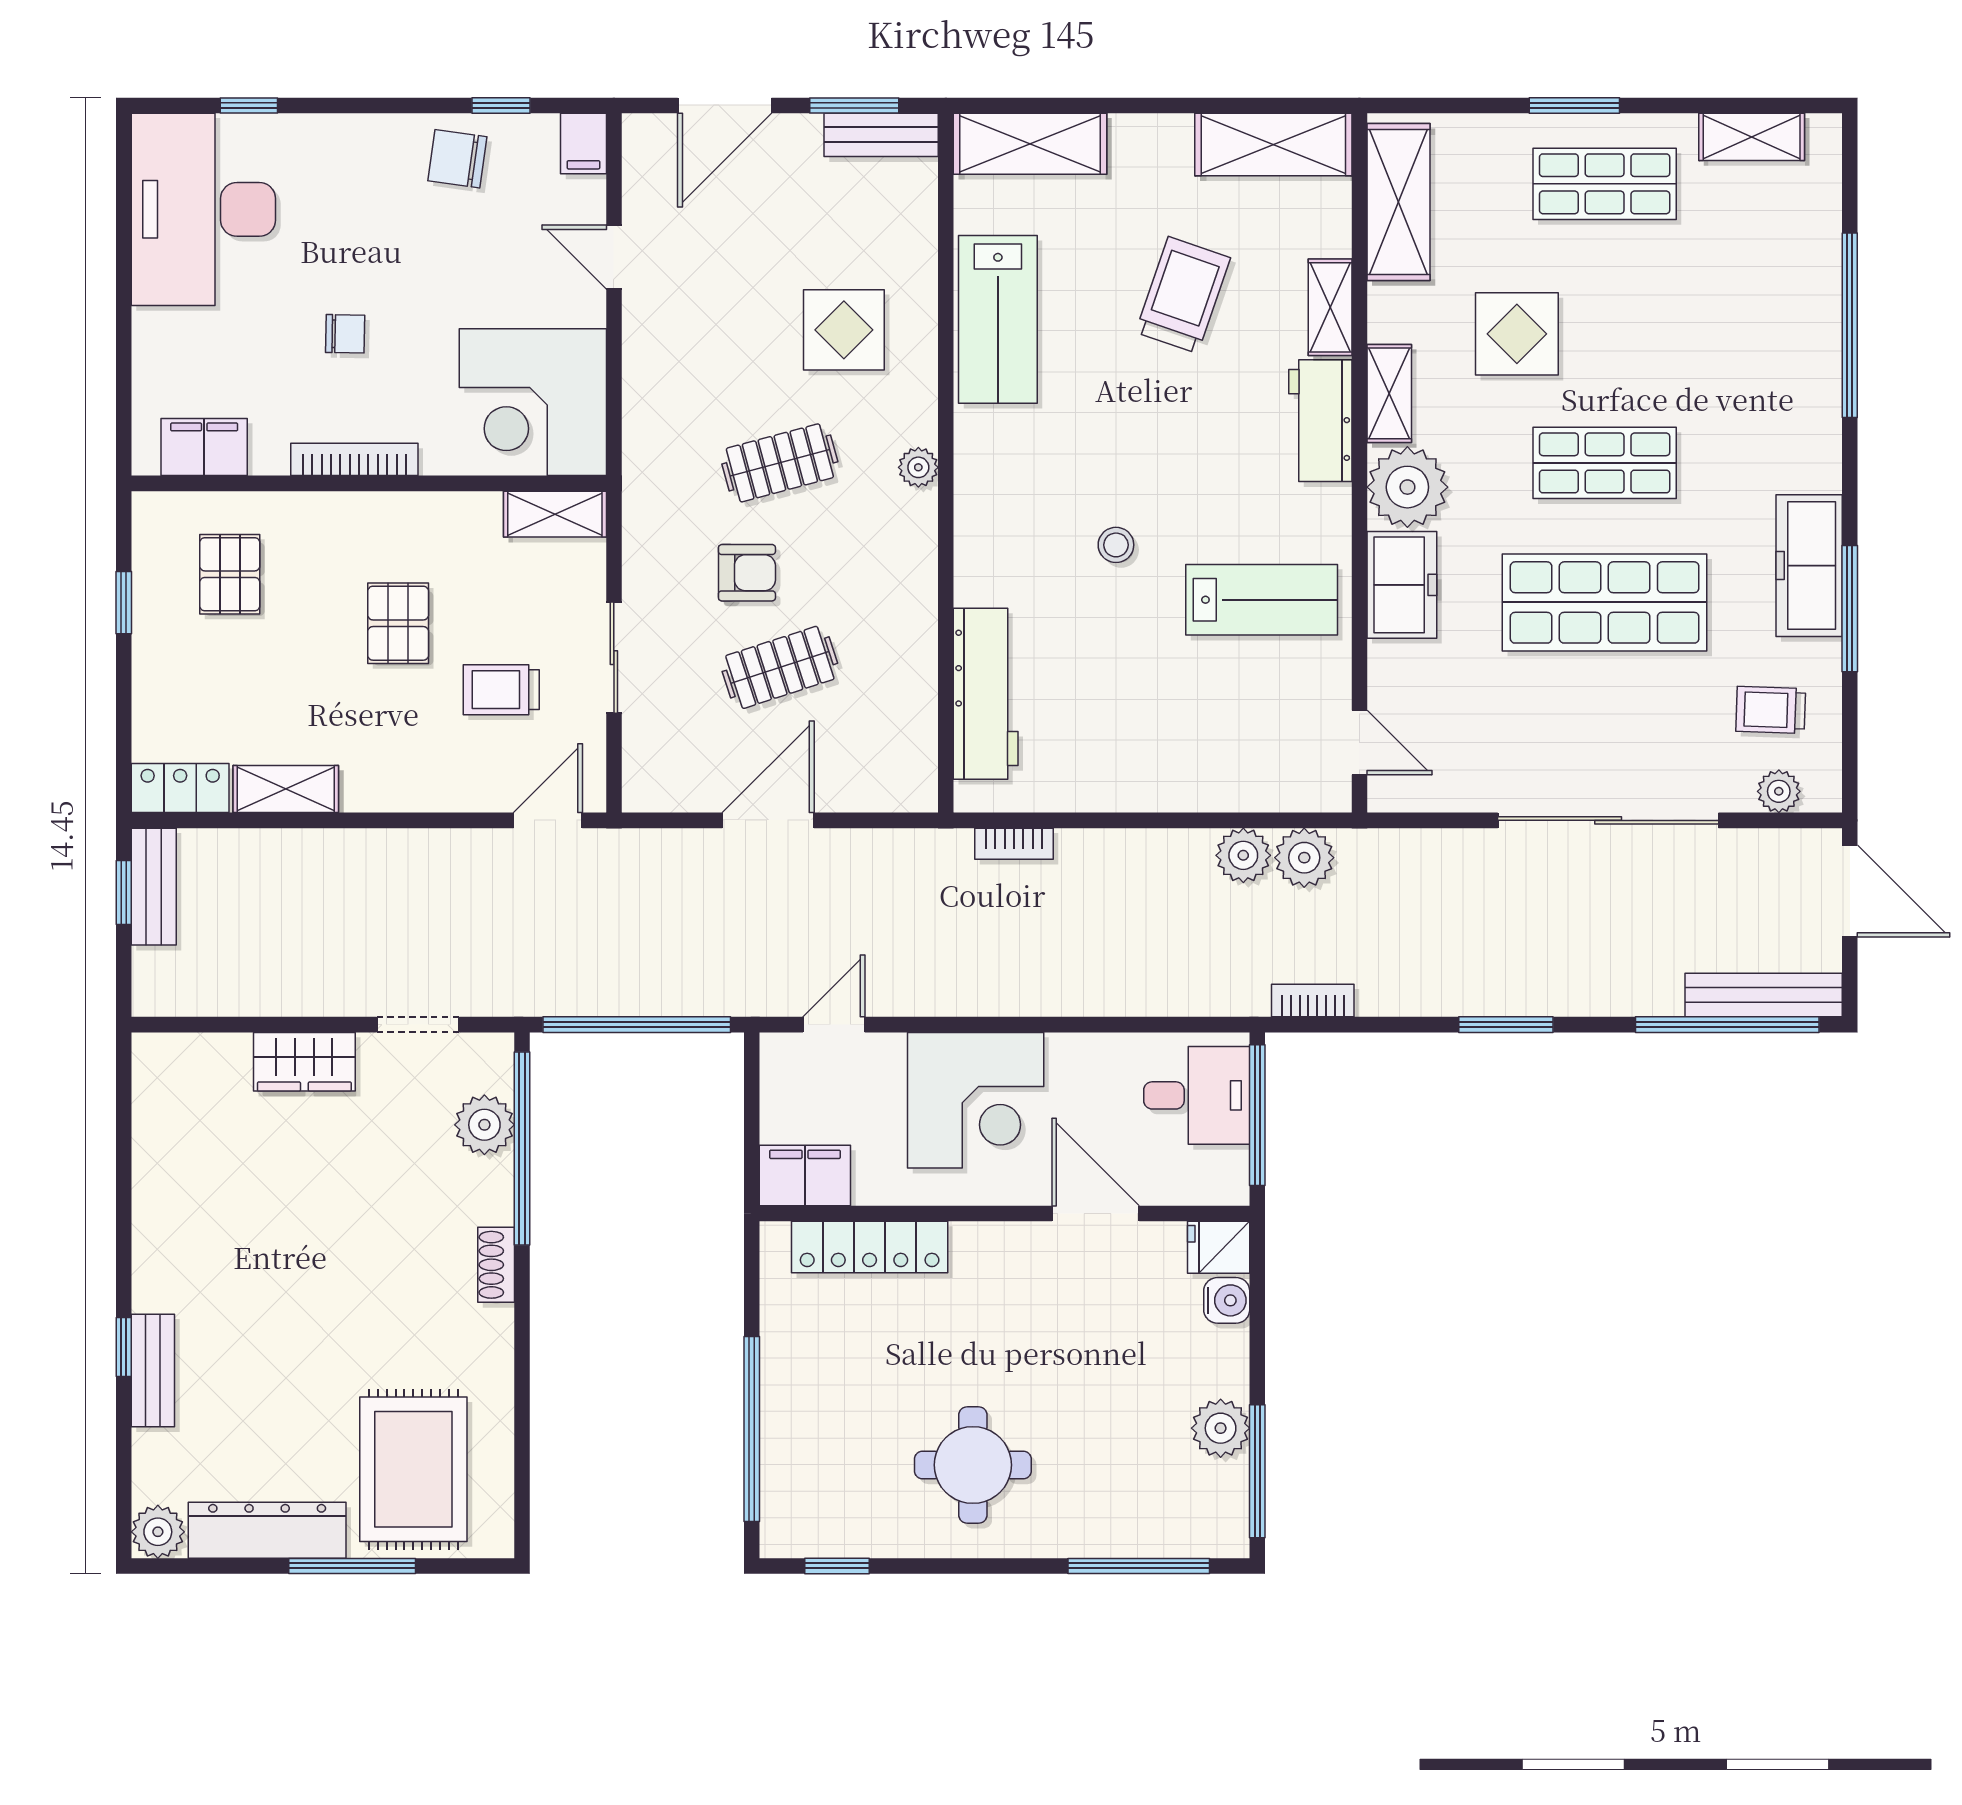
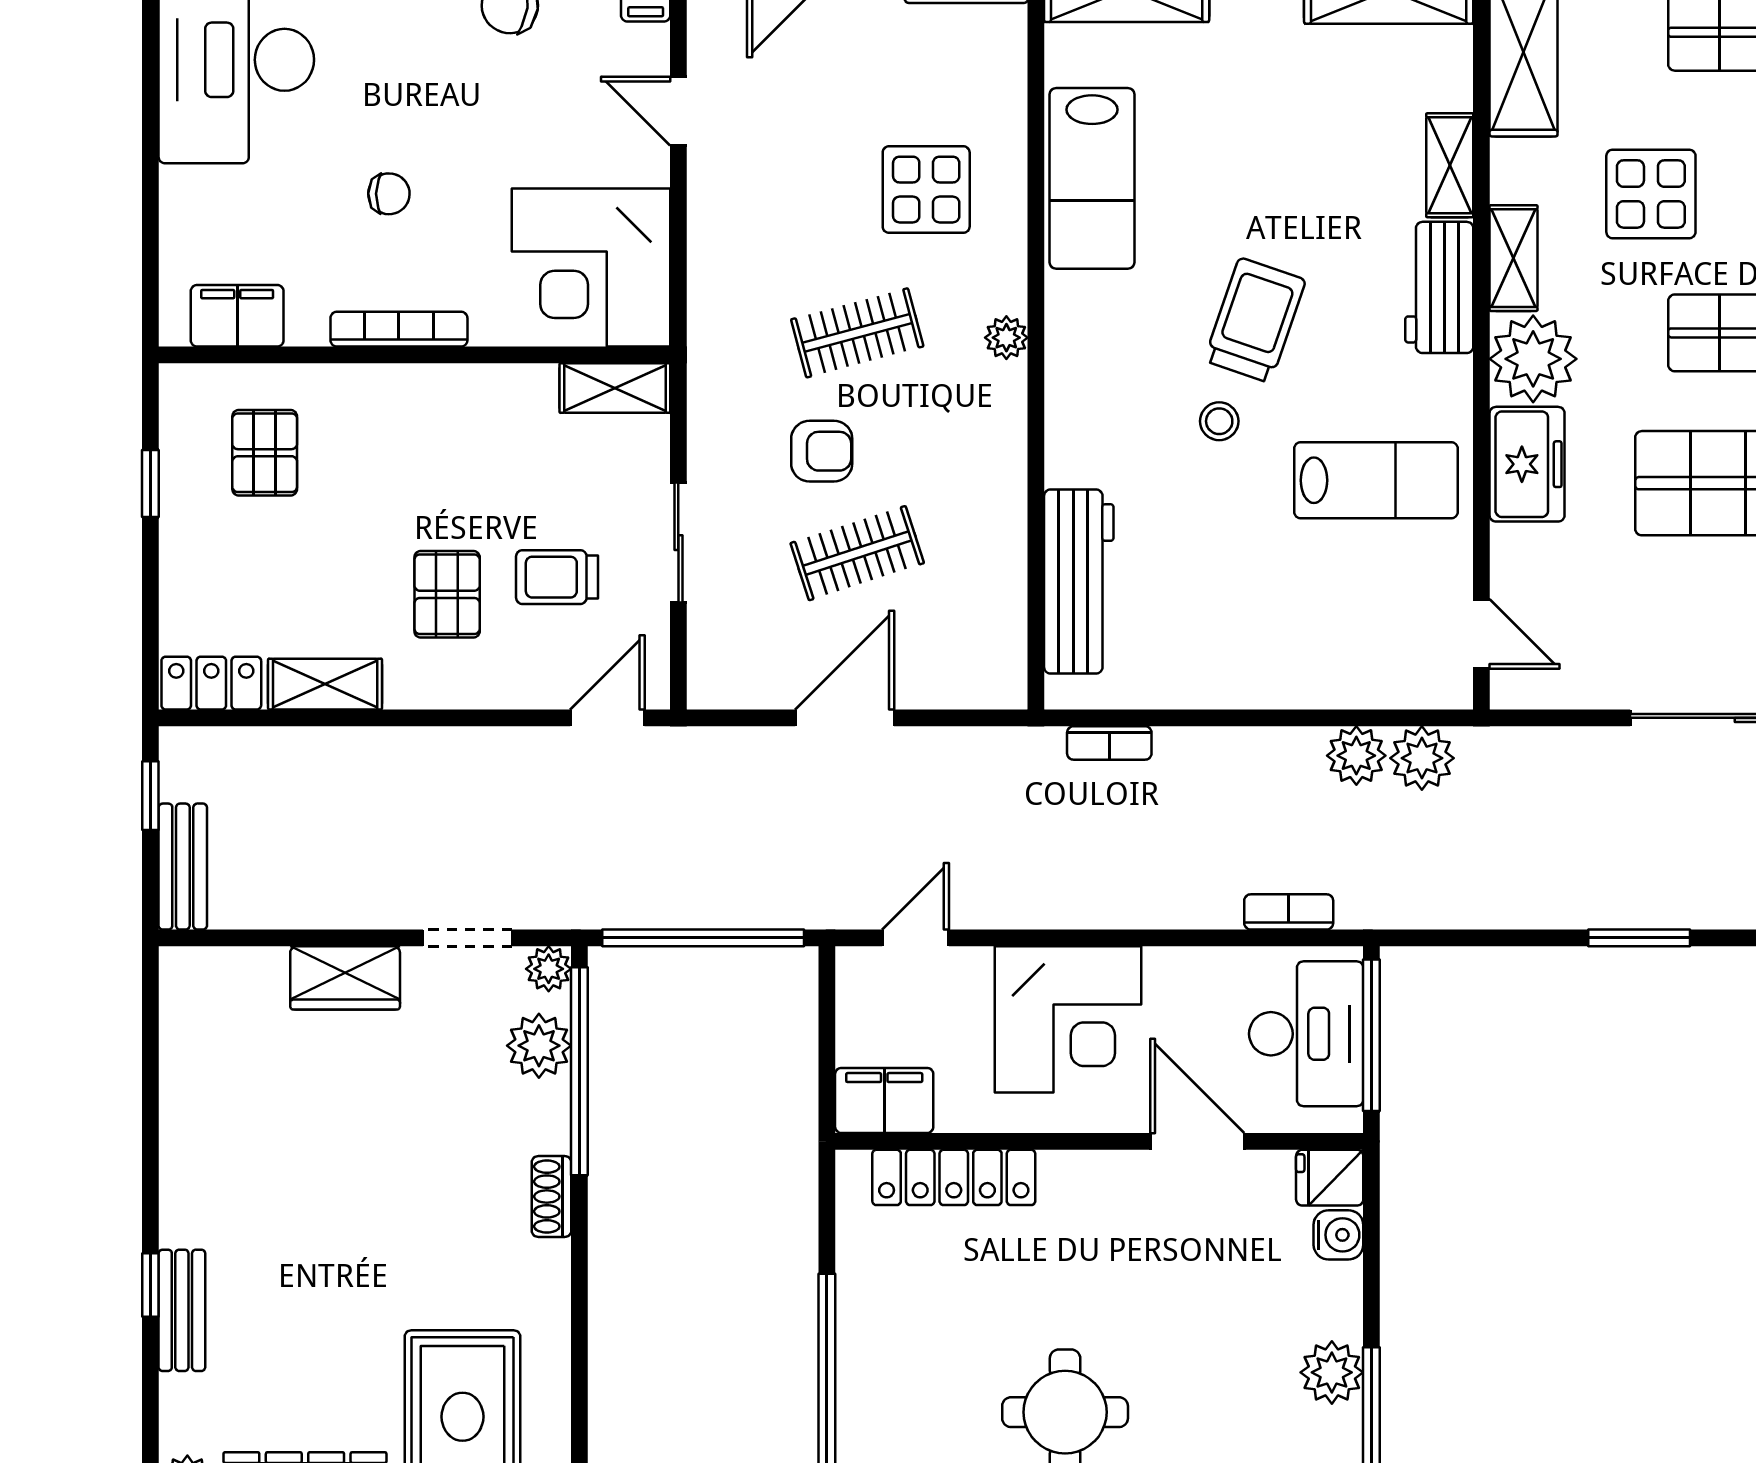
trolley: (1183, 295) -> (1255, 320), moved
pallet: (398, 623) -> (447, 594), moved
bench: (154, 887) -> (183, 867), moved
bookcase: (1313, 1001) -> (1289, 912), moved
plant: (493, 1053) -> (549, 969), added
desk: (1197, 1095) -> (1306, 1034), width x1.37

